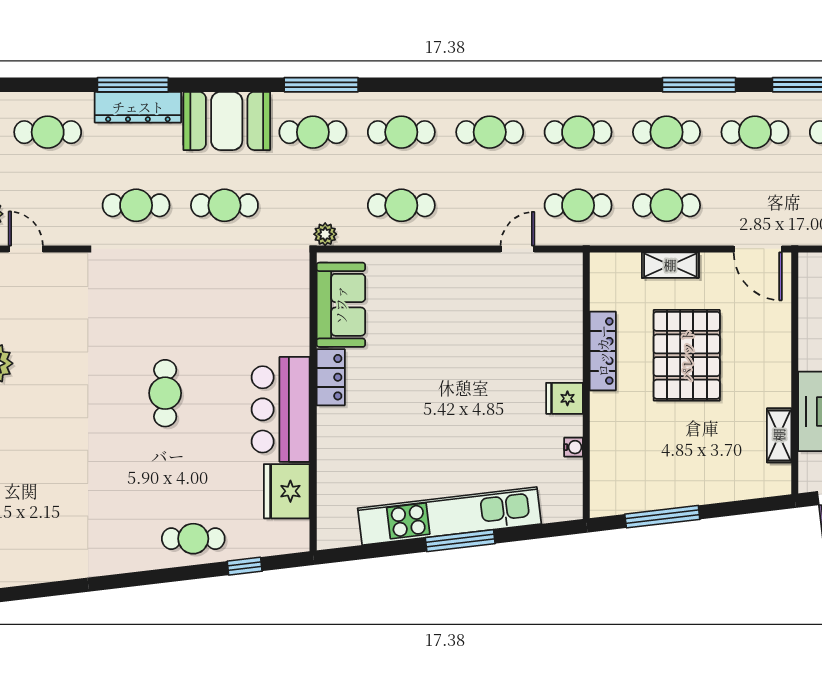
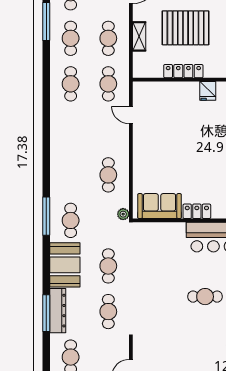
cafe table: (401, 132) -> (71, 175), removed
cafe table: (490, 132) -> (71, 129), removed

